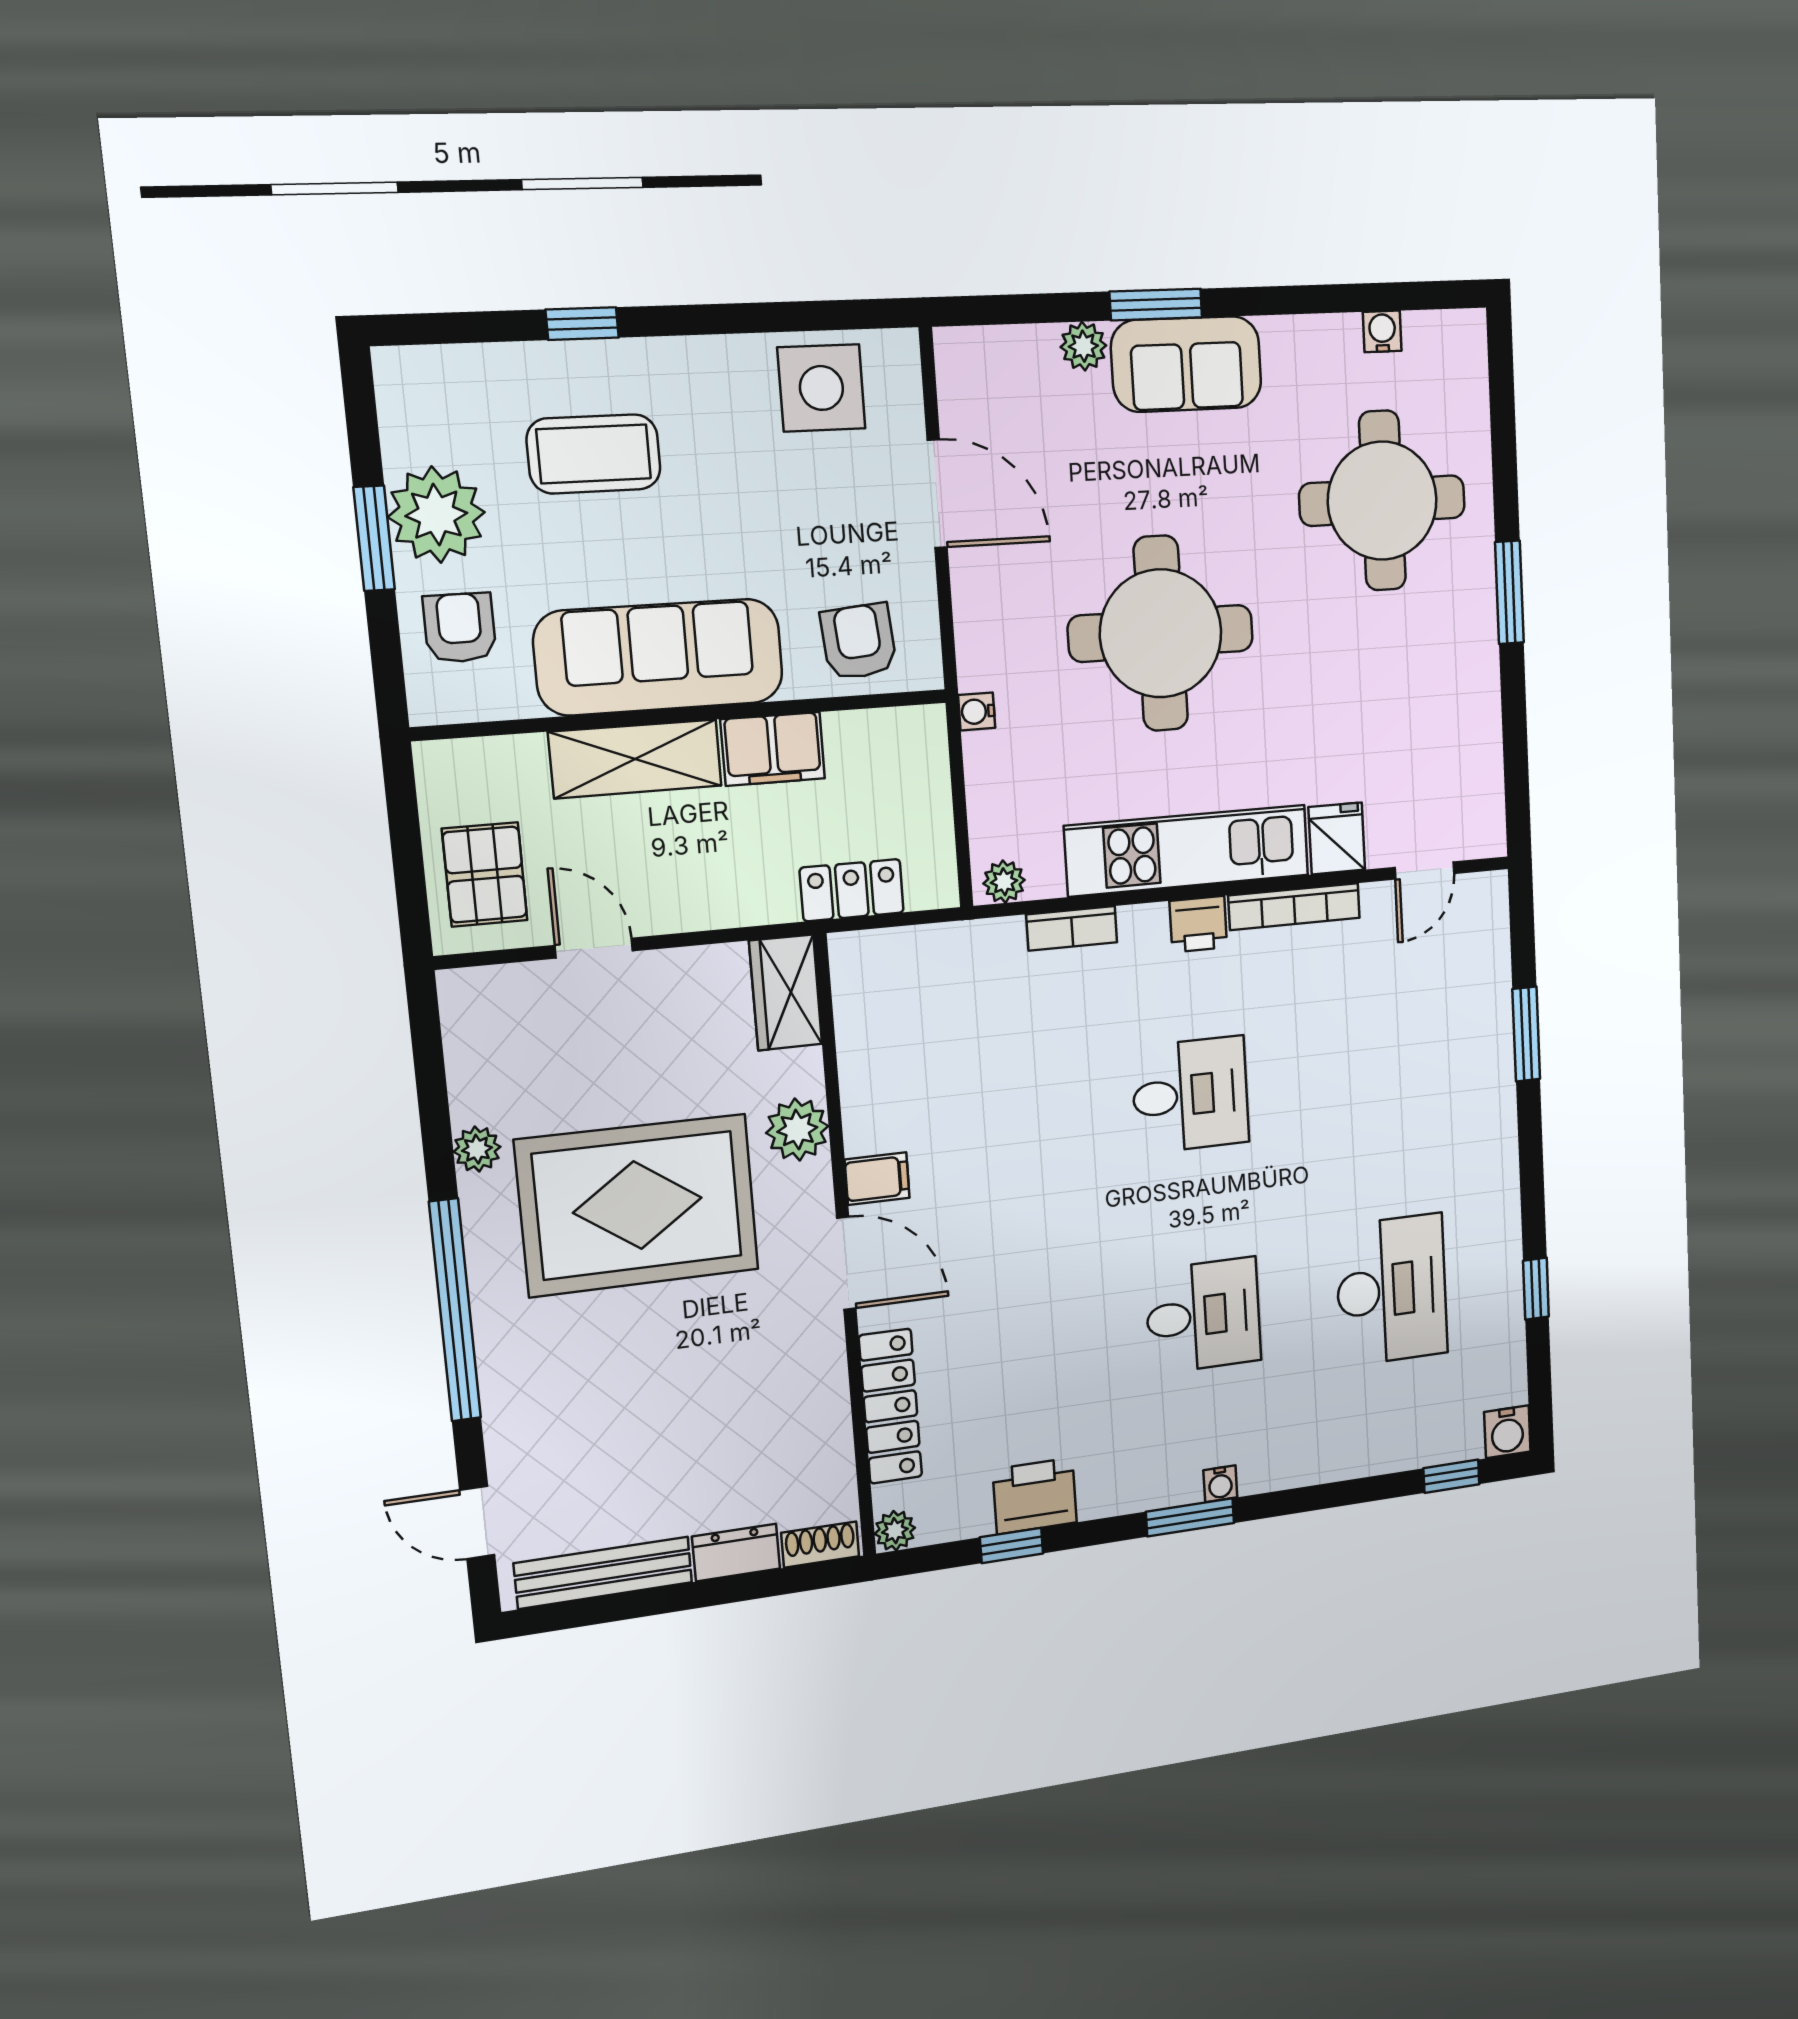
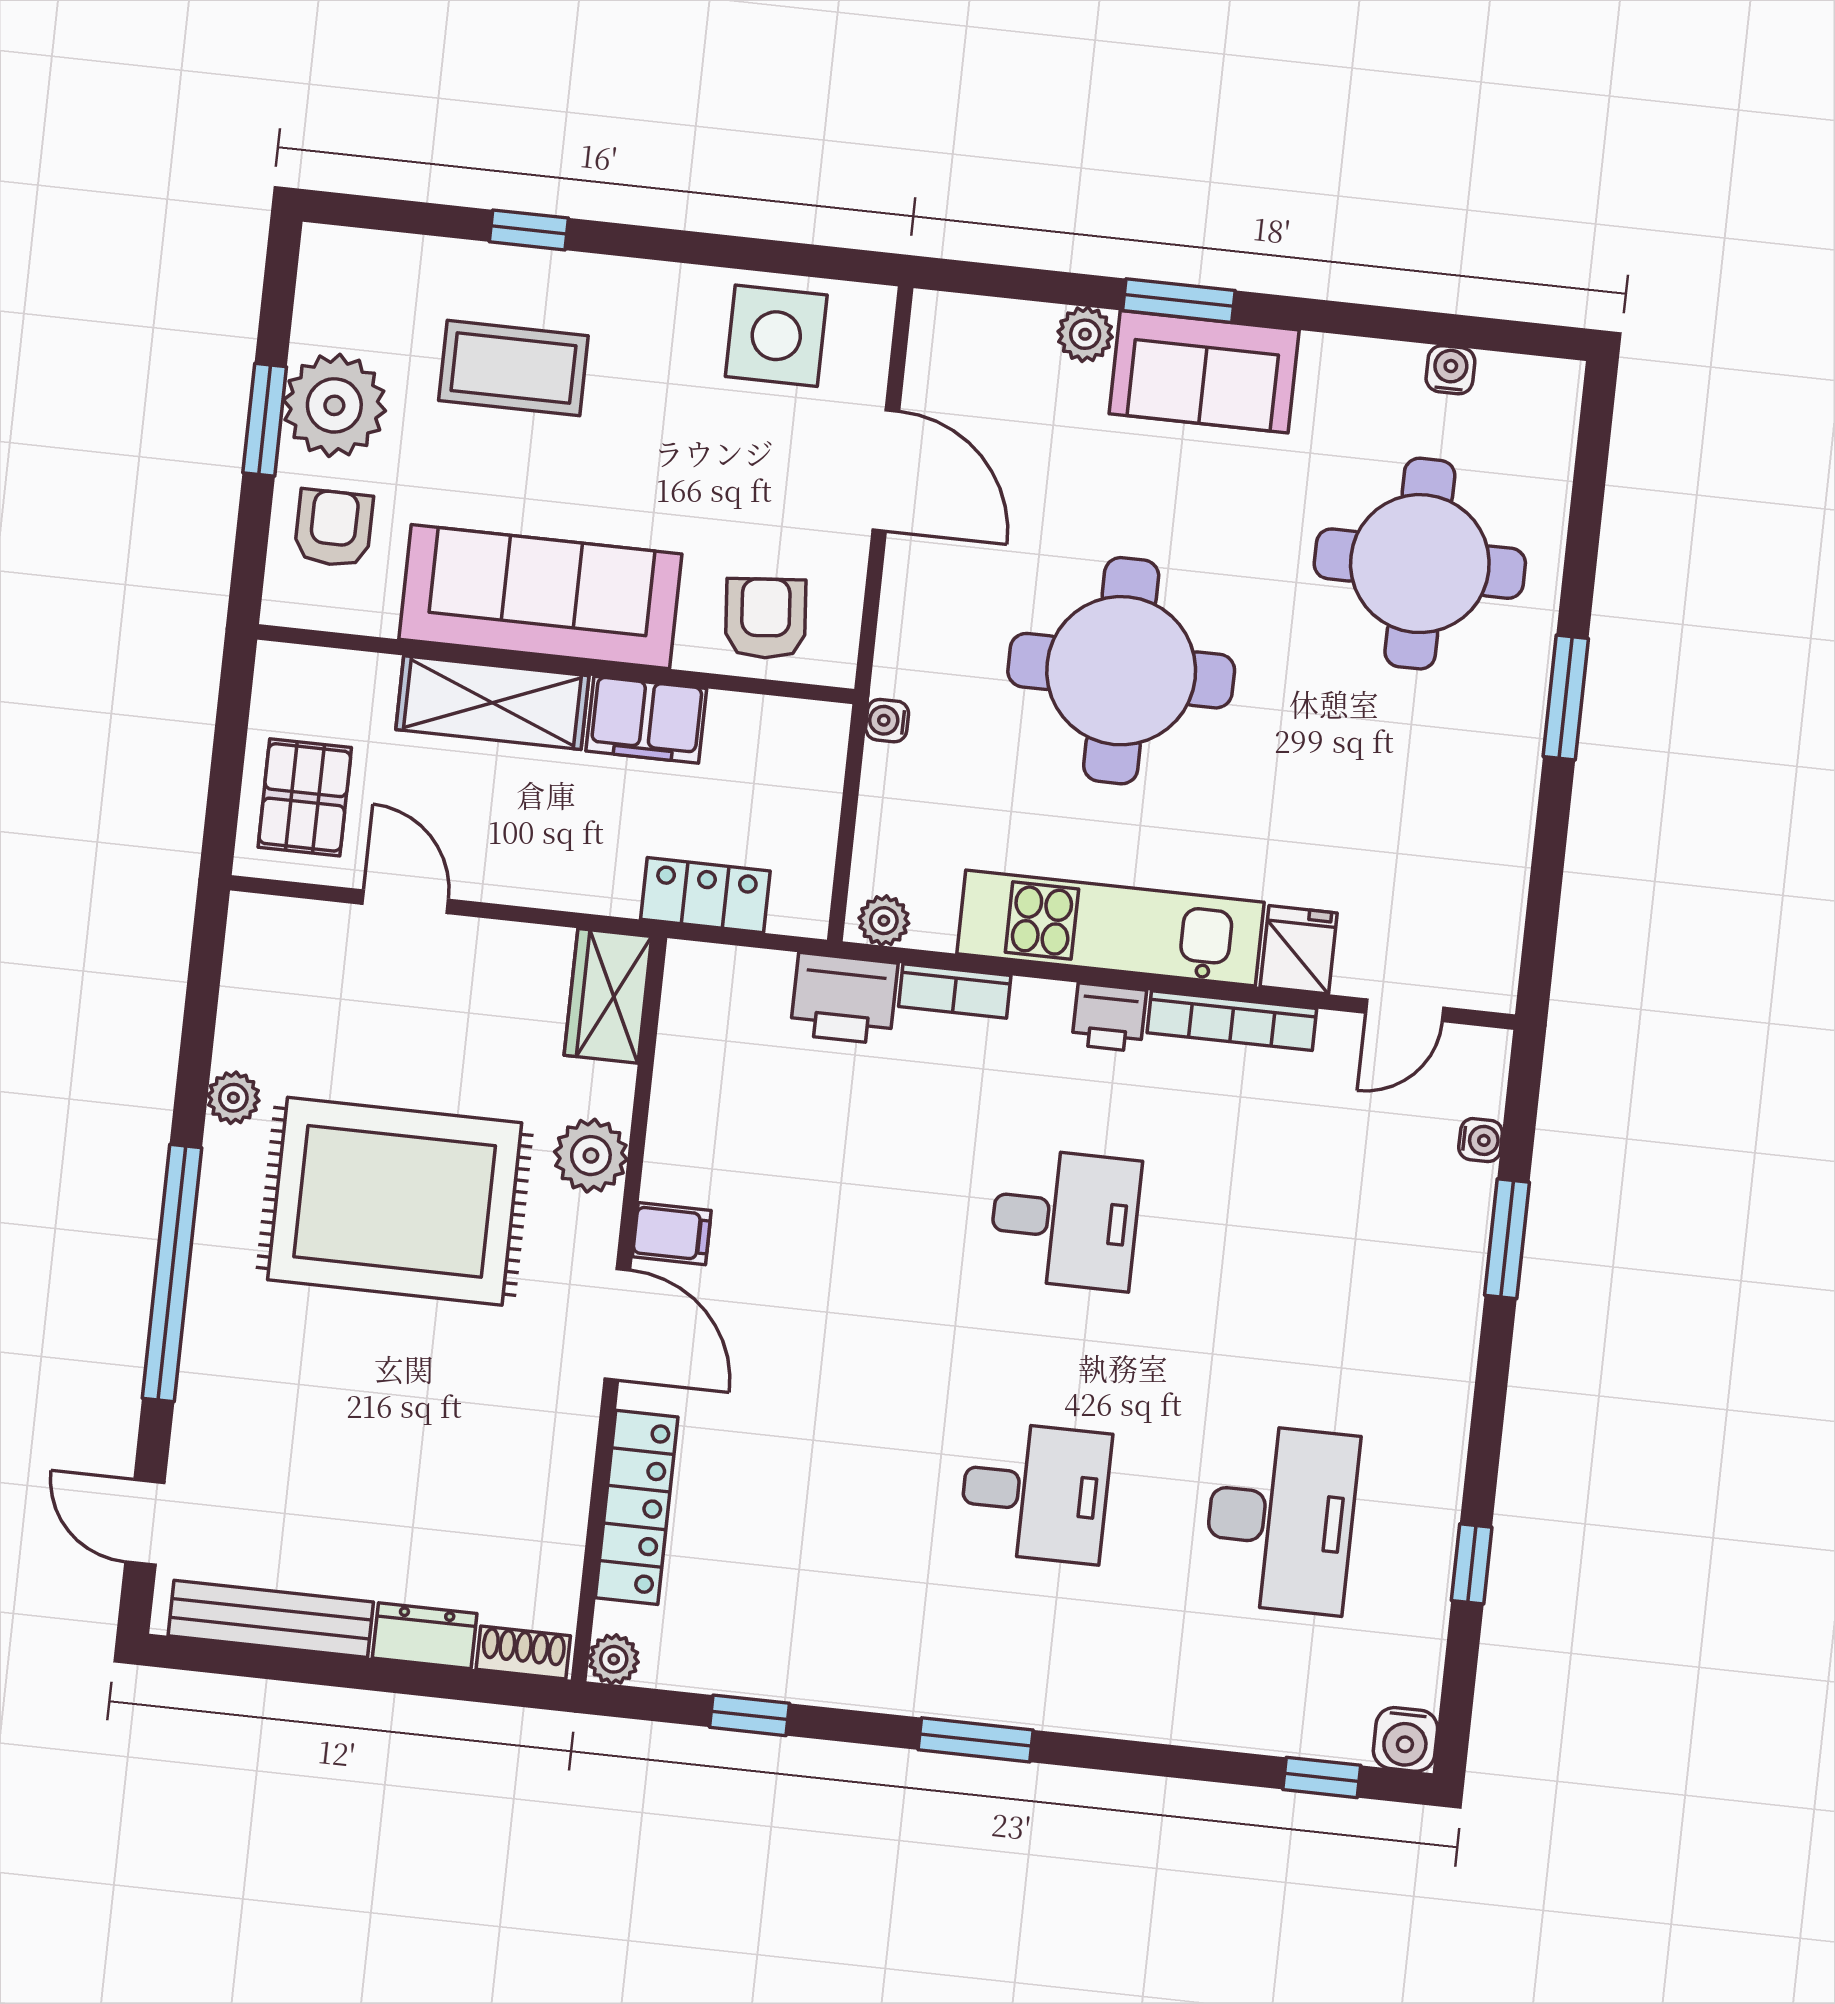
water cooler: (1220, 1484) -> (1481, 1140), moved, turned -90
printer: (1035, 1496) -> (844, 999), moved, turned 180

